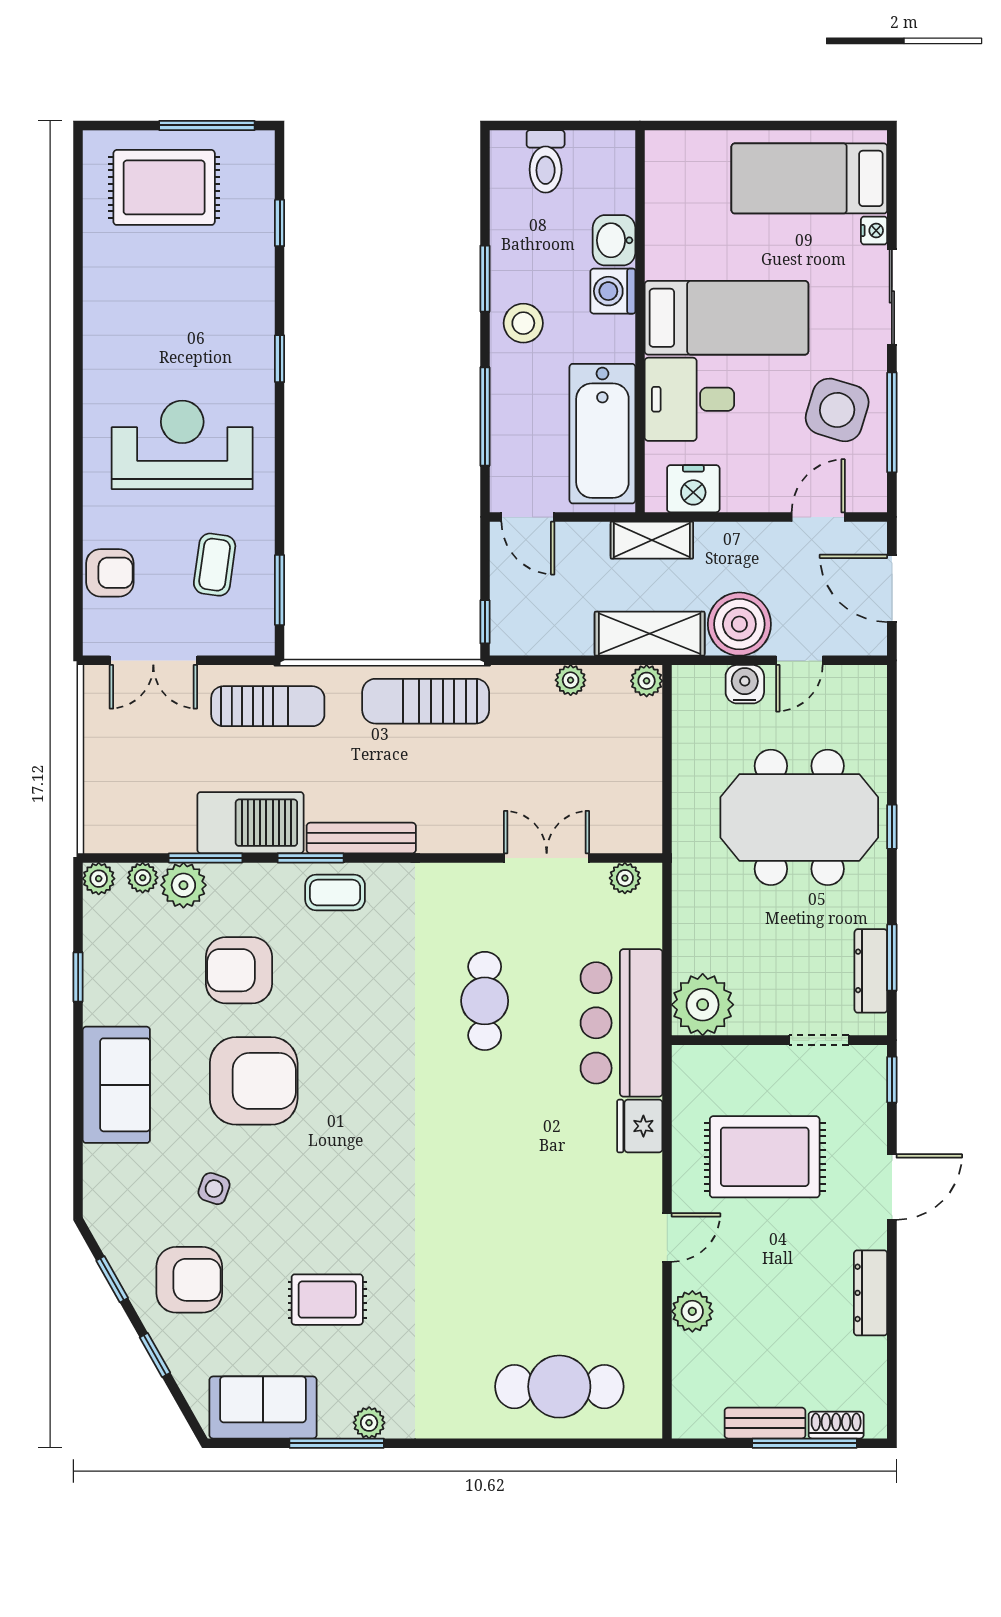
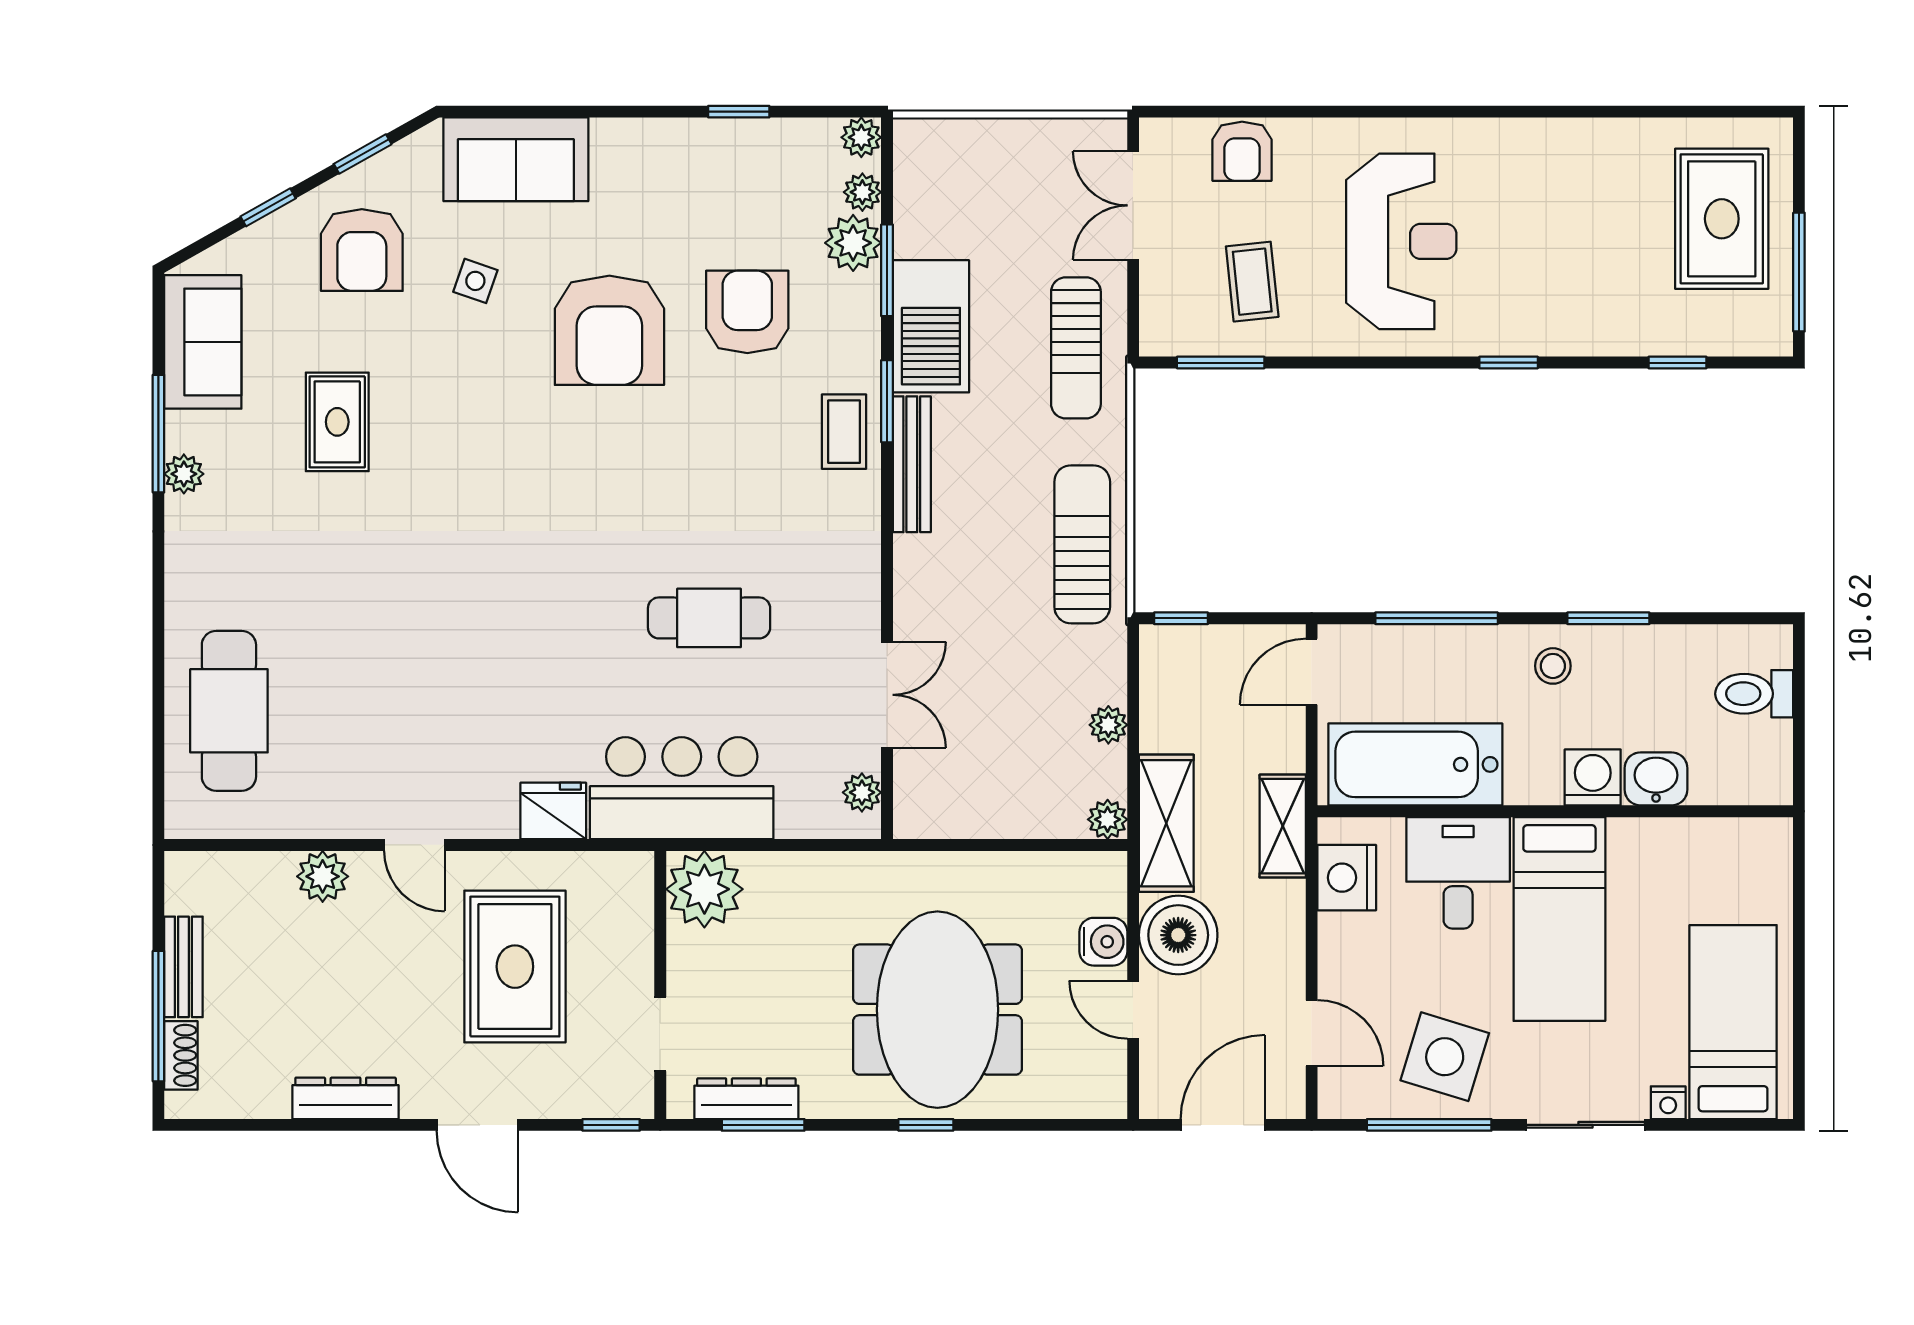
stool: (523, 323) -> (1553, 666), width x0.73, depth x0.73
coffee table: (215, 565) -> (1252, 282), turned 76
sofa: (116, 1085) -> (516, 159), moved

